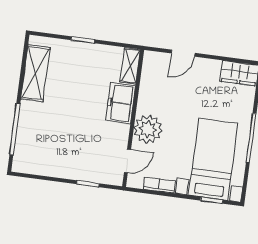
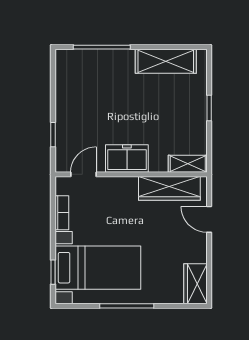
wardrobe: (150, 85) -> (169, 188), added
freezer: (121, 103) -> (127, 159), moved
plant: (148, 129) -> (121, 192), removed
door: (127, 161) -> (83, 174), swing flipped

